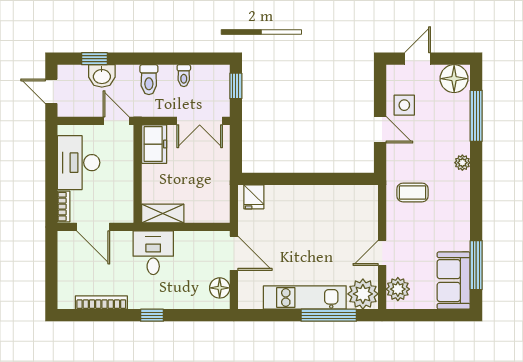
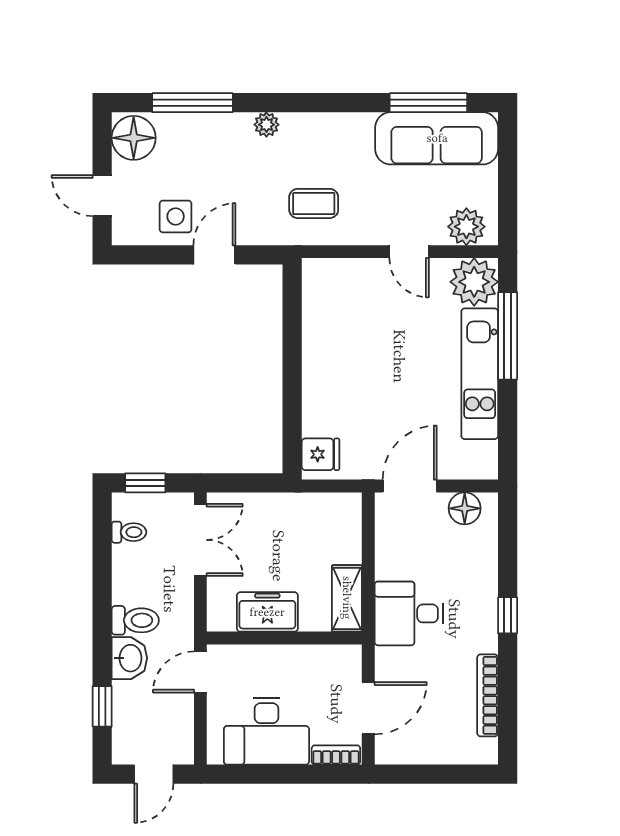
washbasin: (102, 76) -> (129, 658), moved
toilet: (184, 76) -> (129, 532), moved
freezer: (154, 144) -> (267, 612), moved
coffee table: (413, 192) -> (314, 203), turned 90
sofa: (454, 281) -> (437, 138), width x1.36

